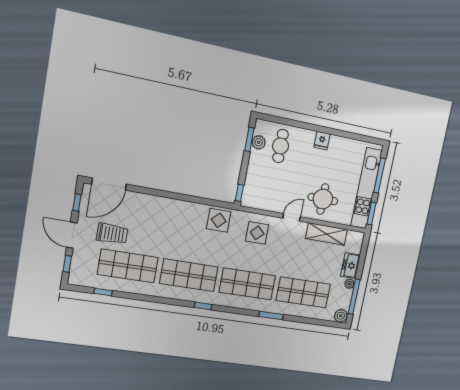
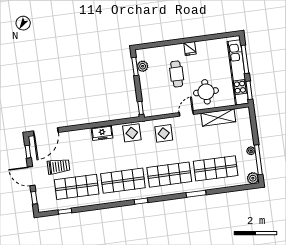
cafe table: (281, 146) -> (177, 74), moved
freezer: (350, 266) -> (102, 133), moved, turned -90

